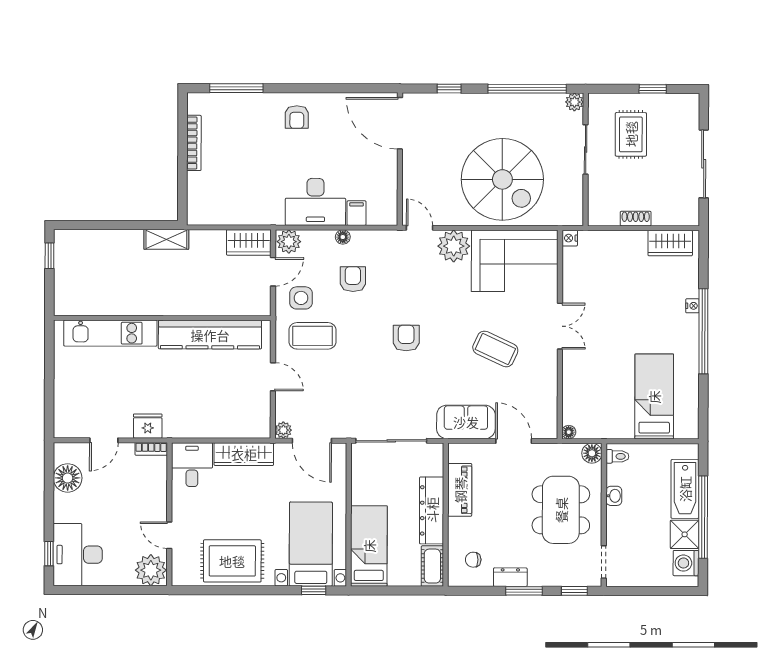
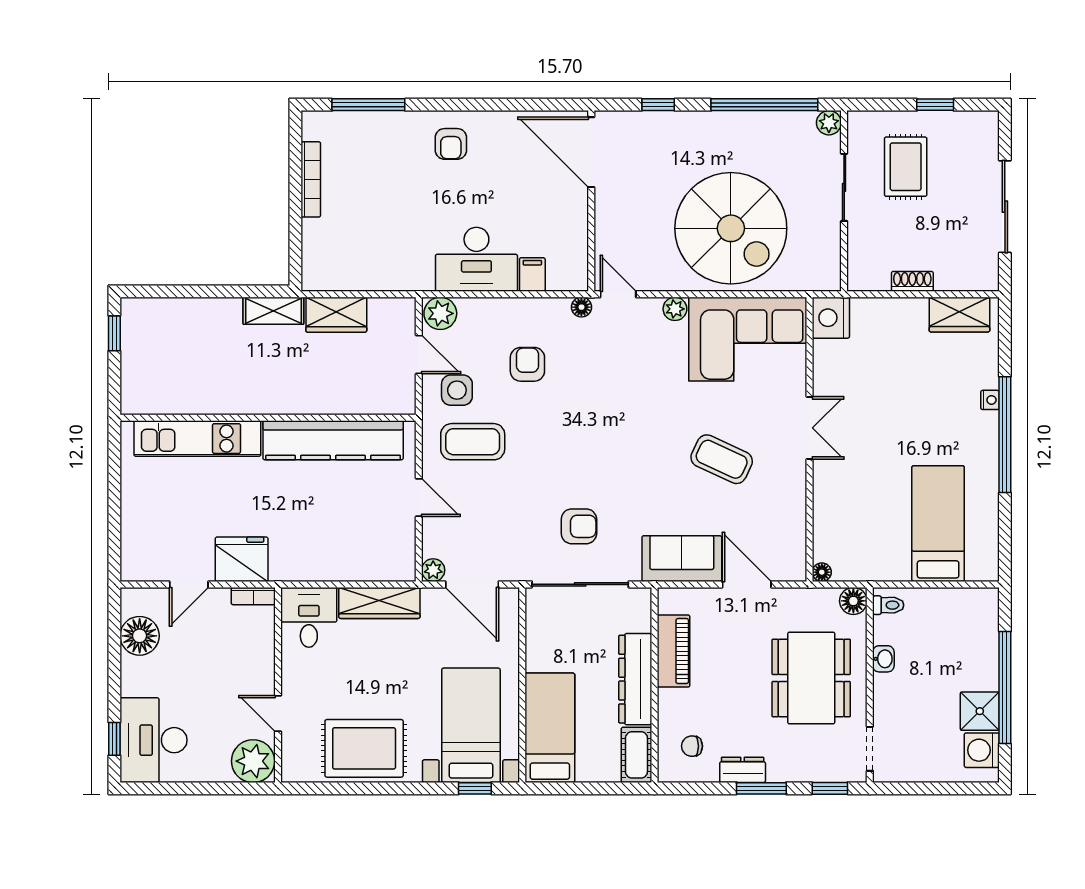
floor lamp: (343, 237) -> (581, 307), moved
nightstand: (570, 238) -> (831, 318), width x1.89, depth x1.79
wardrobe: (249, 242) -> (336, 315), moved
plant: (454, 246) -> (675, 309), width x0.53, depth x0.53
door: (273, 272) -> (419, 355), hinge flipped
armchair: (406, 338) -> (579, 526), moved, turned 90
fridge: (148, 426) -> (242, 559), width x1.36, depth x1.34
bathtub: (685, 489) -> (980, 649), removed

